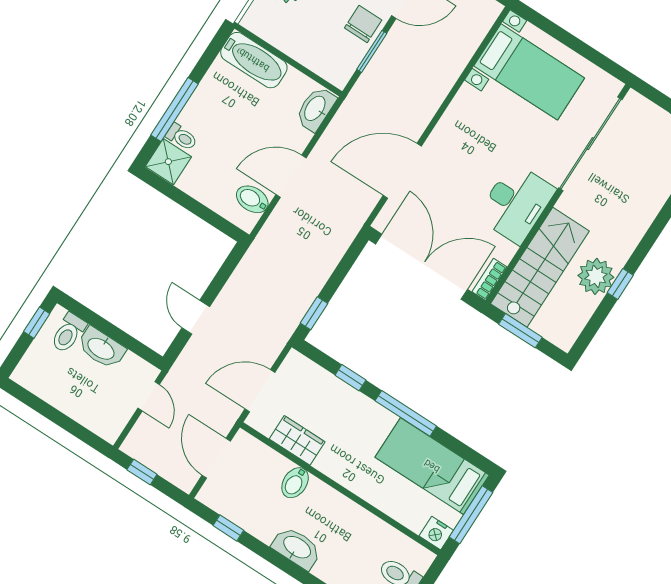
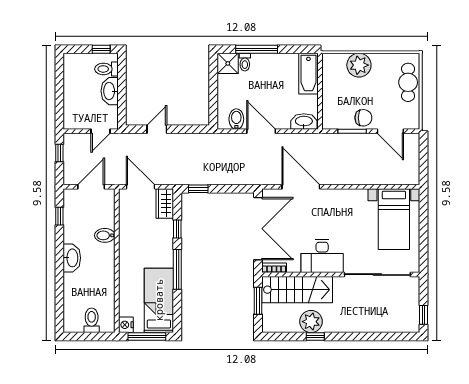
wardrobe: (297, 440) -> (165, 204), moved, turned 180

